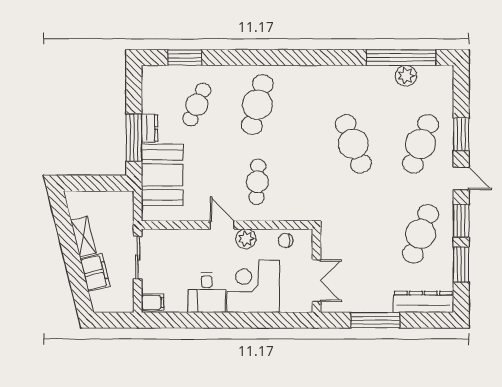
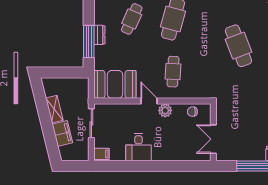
booth: (162, 175) -> (115, 84), moved, turned 90
double door: (317, 281) -> (213, 139), swing flipped
corner desk: (253, 286) -> (170, 143), removed

